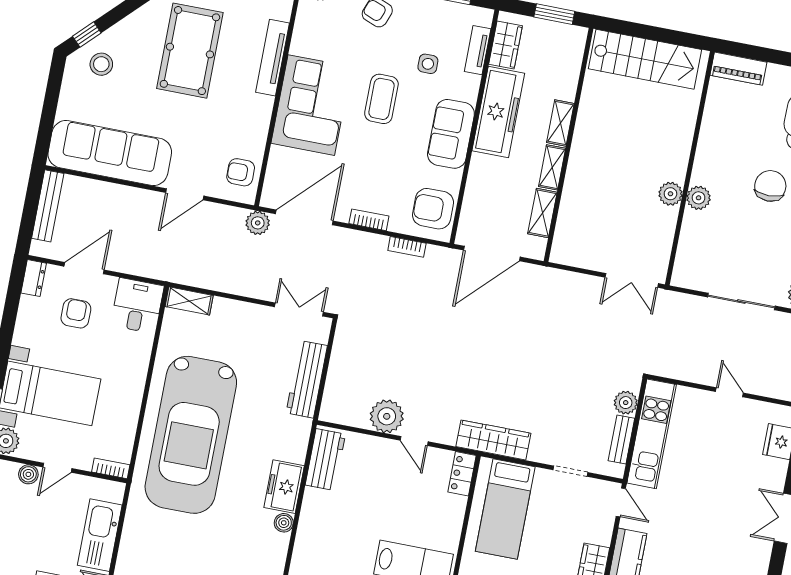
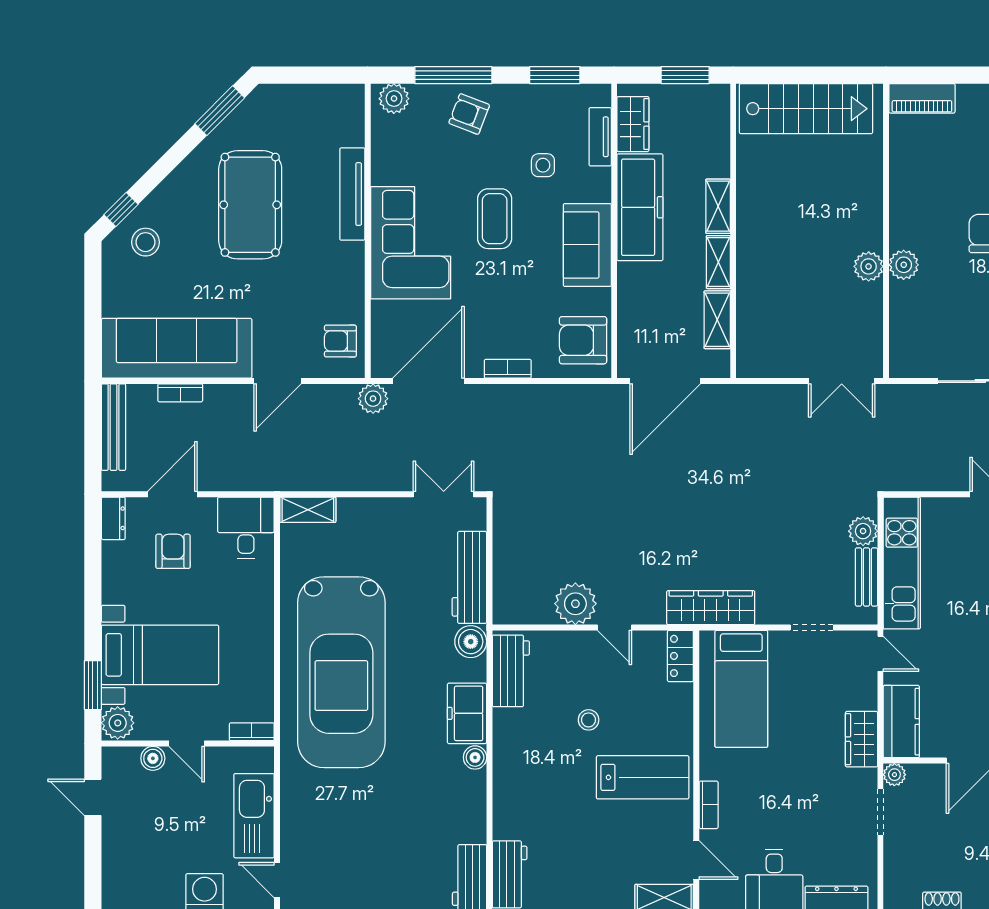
bookcase: (407, 247) -> (180, 393), moved
boiler: (298, 430) -> (471, 642), added
door: (57, 468) -> (187, 744), hinge flipped
stool: (379, 510) -> (589, 720), added

